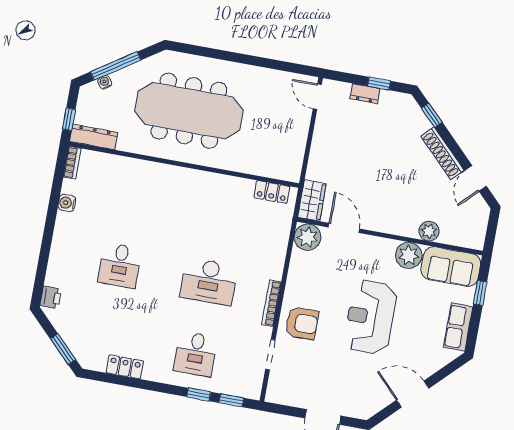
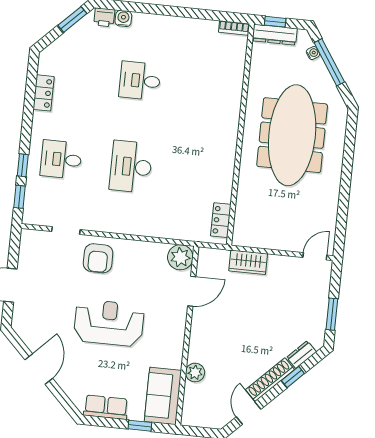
window: (379, 83) -> (332, 314), width x1.50
dresser: (365, 94) -> (301, 355), moved, turned 45
window: (432, 115) -> (293, 377), moved
dresser: (94, 137) -> (275, 35), moved, turned 90
door: (476, 178) -> (249, 413), hinge flipped
wardrobe: (312, 200) -> (248, 262), moved
water cooler: (67, 203) -> (123, 18), moved
plant: (409, 255) -> (170, 355), removed
bookcase: (271, 303) -> (115, 228), removed
window: (63, 349) -> (72, 19), moved

